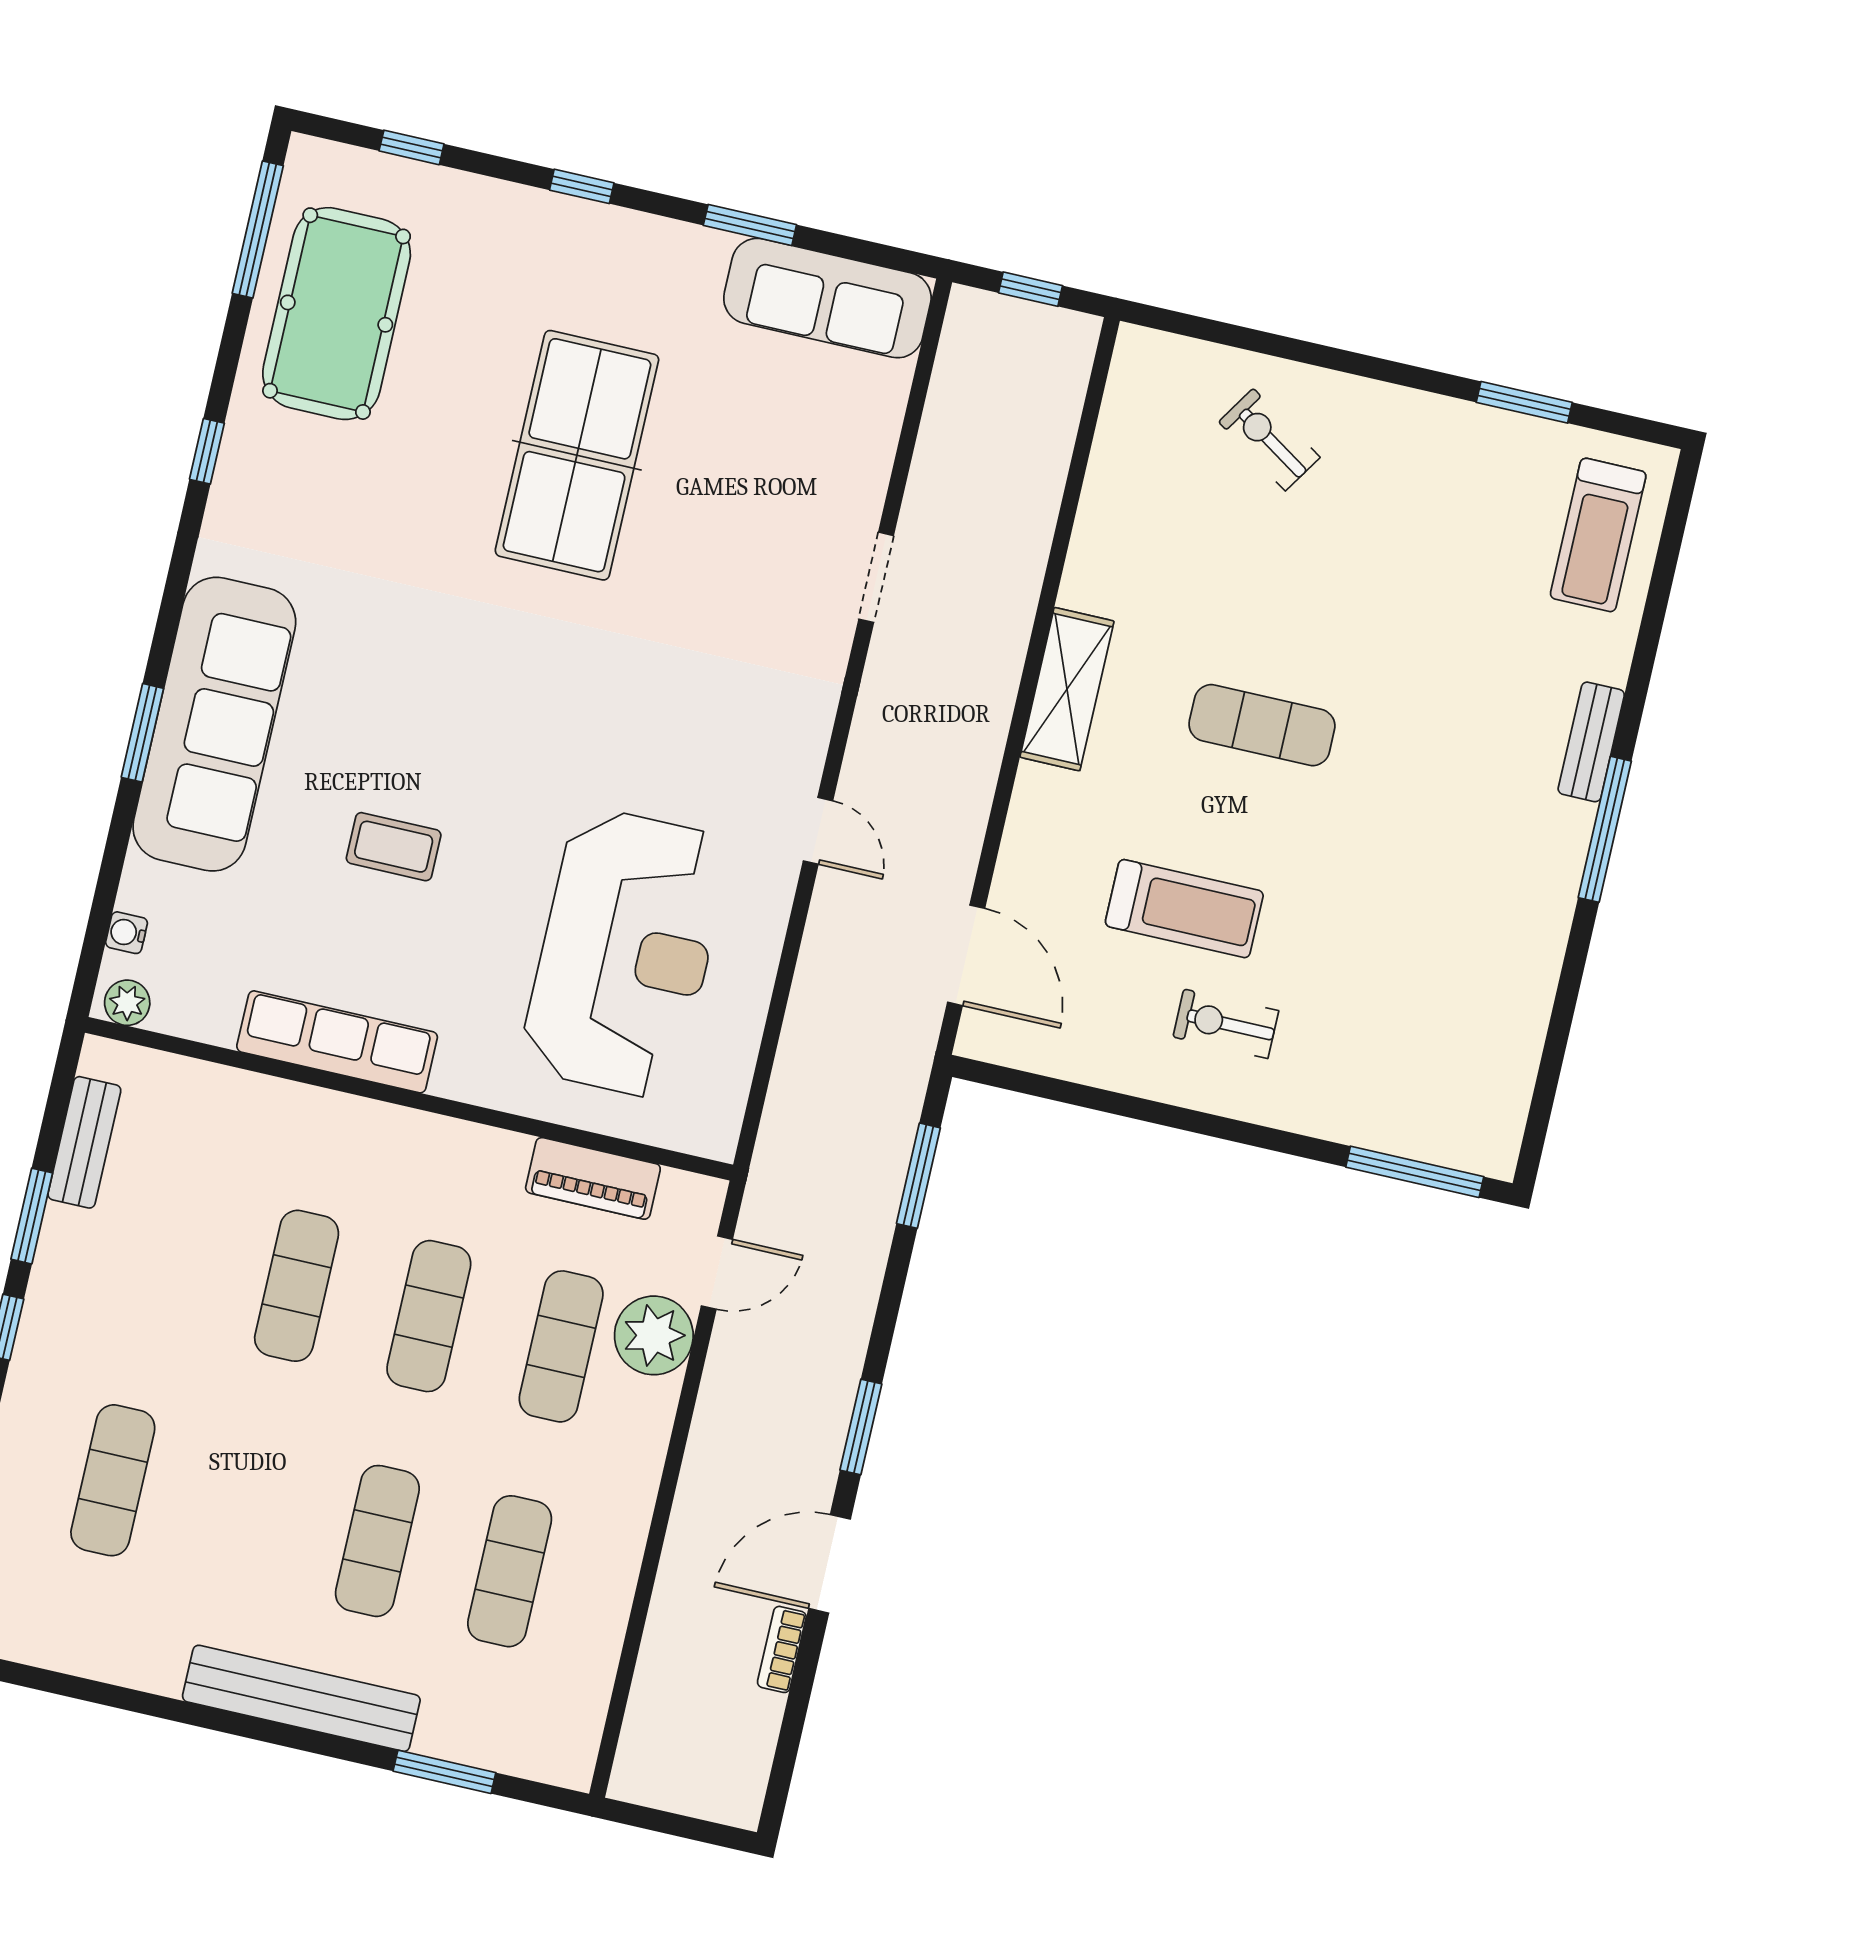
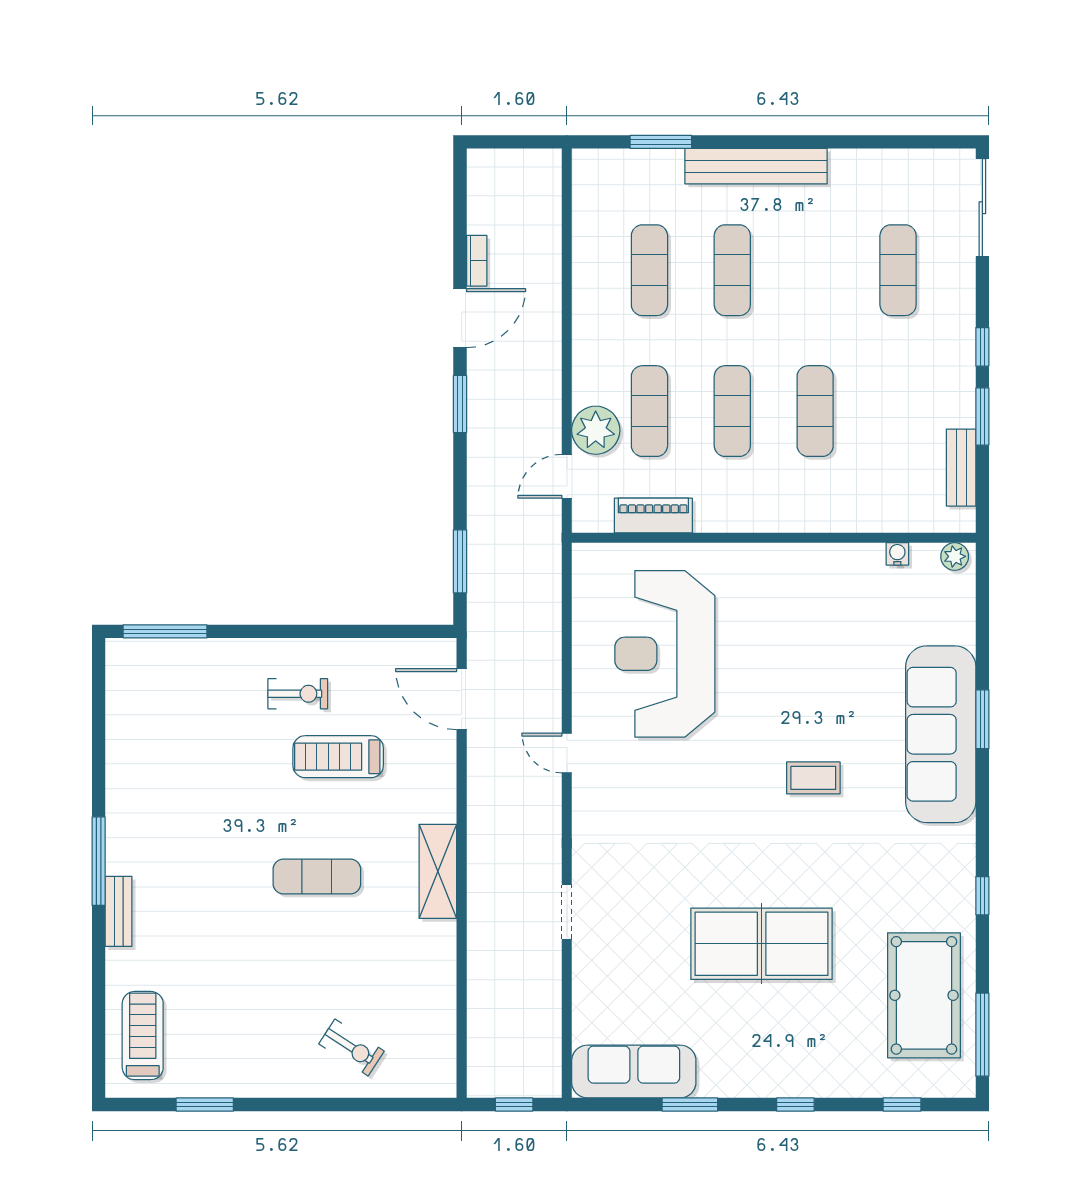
table tennis table: (577, 455) -> (762, 944), turned 90
coffee table: (394, 847) -> (813, 778), moved
water cooler: (127, 933) -> (897, 554), moved, turned -90
row of seats: (337, 1042) -> (824, 562), removed

